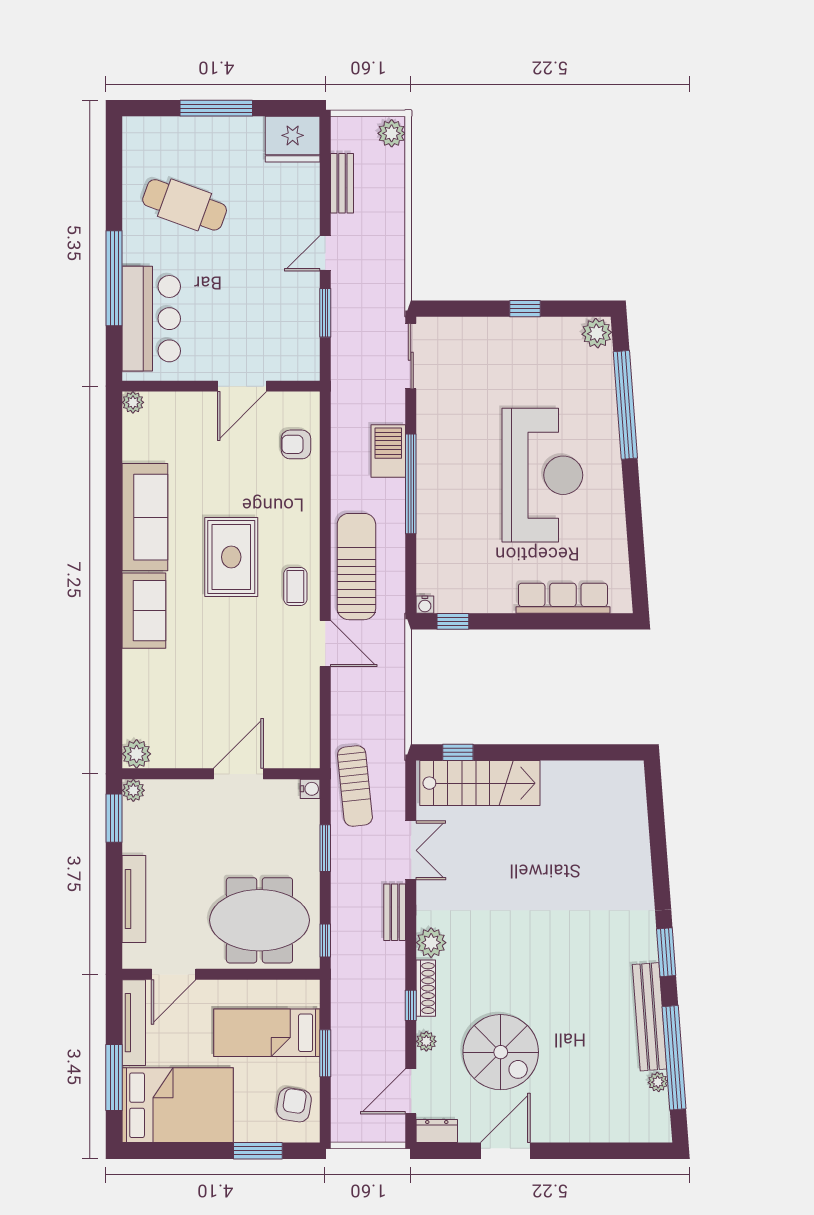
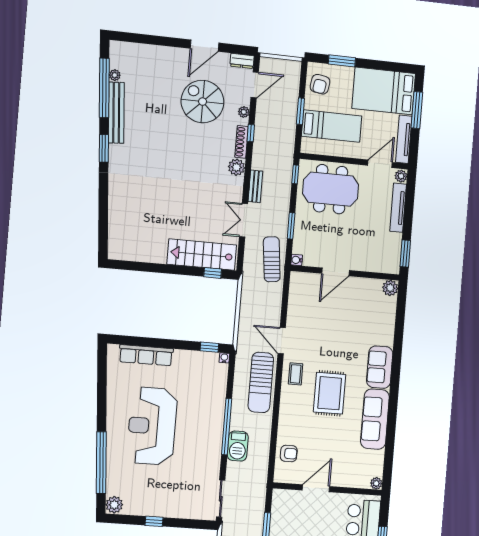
plant: (133, 790) -> (401, 176), moved

